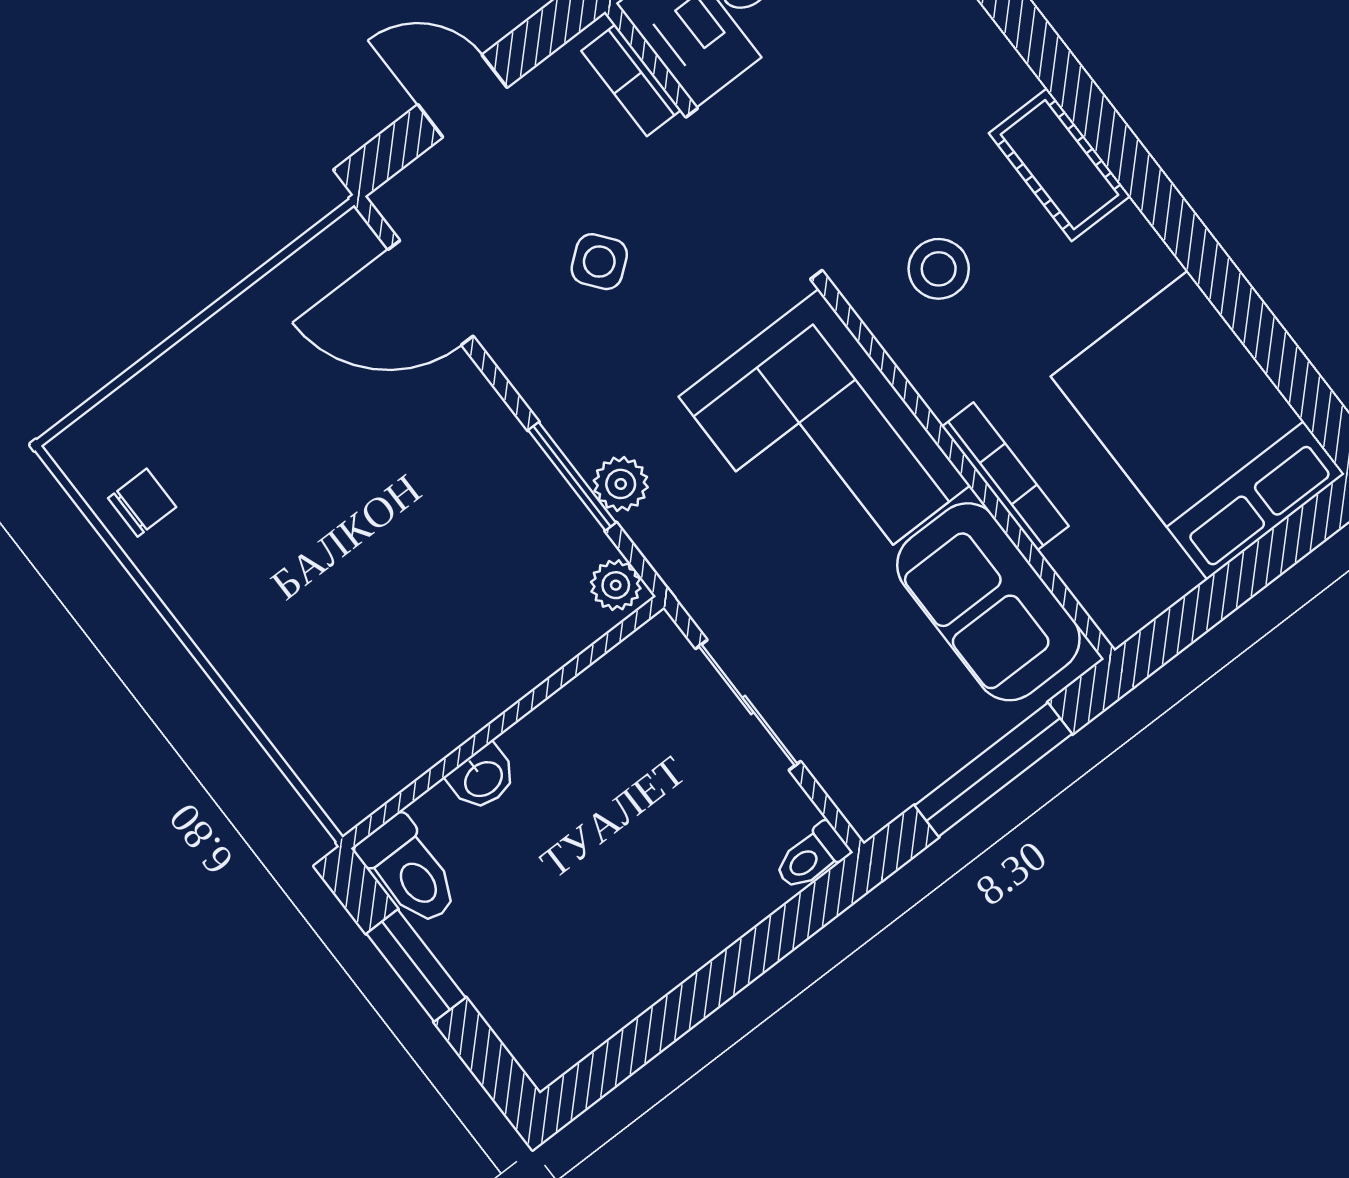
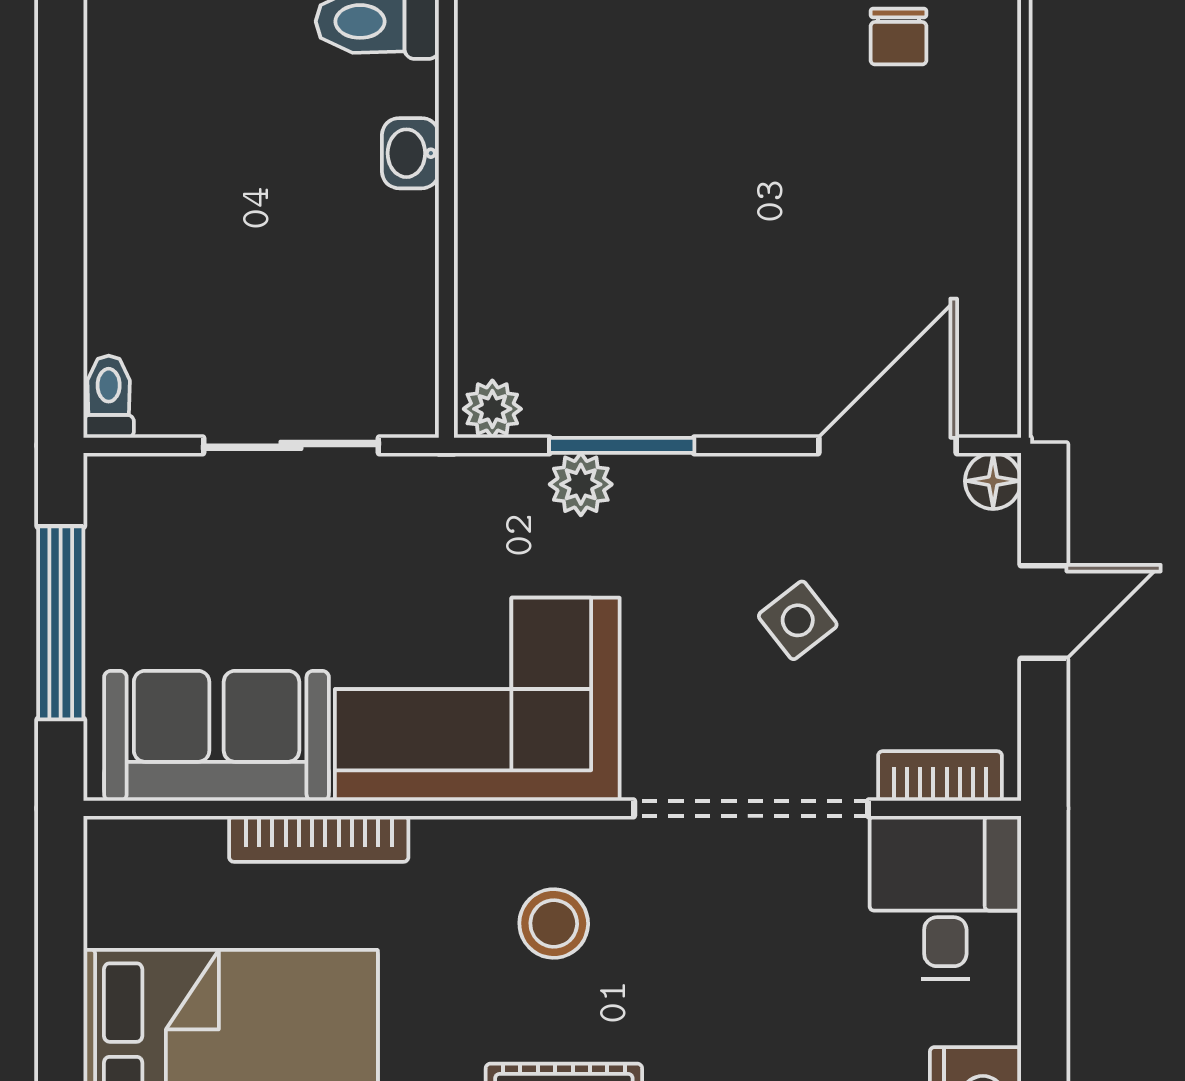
floor lamp: (399, 201) -> (993, 481), added

